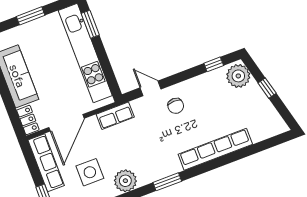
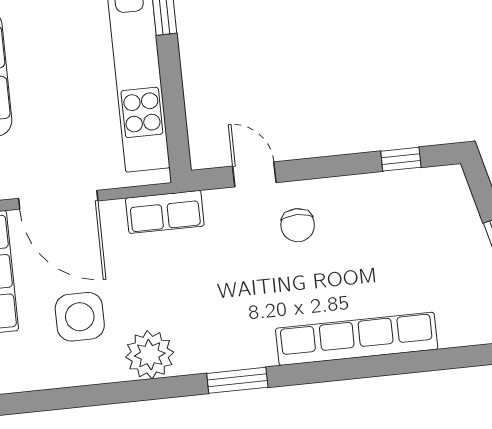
plant: (238, 76) -> (446, 197), removed
door: (67, 123) -> (58, 200), hinge flipped

